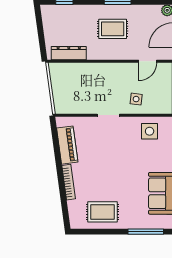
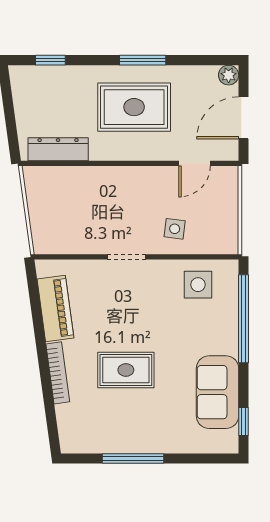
rug: (113, 29) -> (134, 107), width x1.36, depth x1.43
rug: (102, 212) -> (126, 370), moved
window: (146, 232) -> (133, 459), moved

